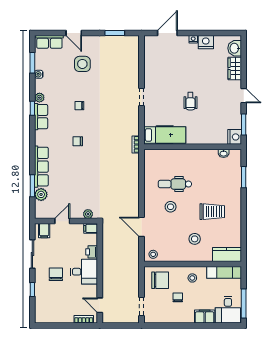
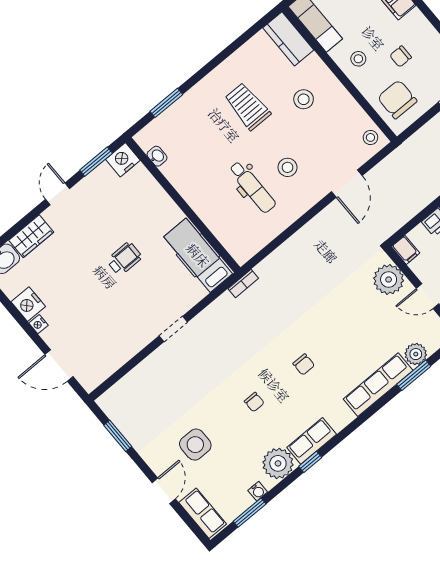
plant: (39, 98) -> (278, 463), width x1.88, depth x1.88
plant: (88, 214) -> (389, 279), width x1.87, depth x1.87

